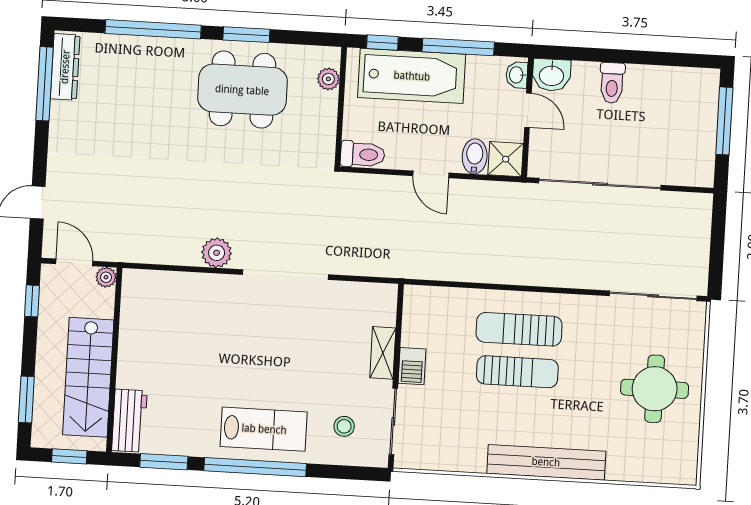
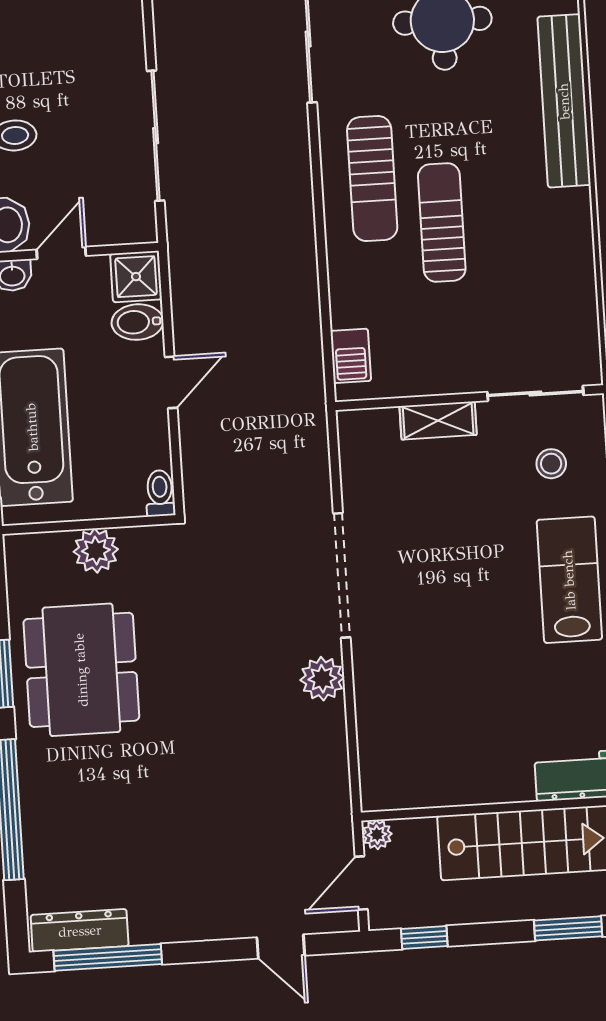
plant: (328, 79) -> (96, 551), moved, width x1.38, depth x1.38
toilet: (363, 154) -> (160, 493), width x0.73, depth x0.72
sliding door: (600, 184) -> (156, 136), width x0.73
sun lounger: (519, 329) -> (372, 179), moved
barbecue: (412, 366) -> (351, 356), moved, turned 90
bench: (546, 462) -> (564, 101), moved

